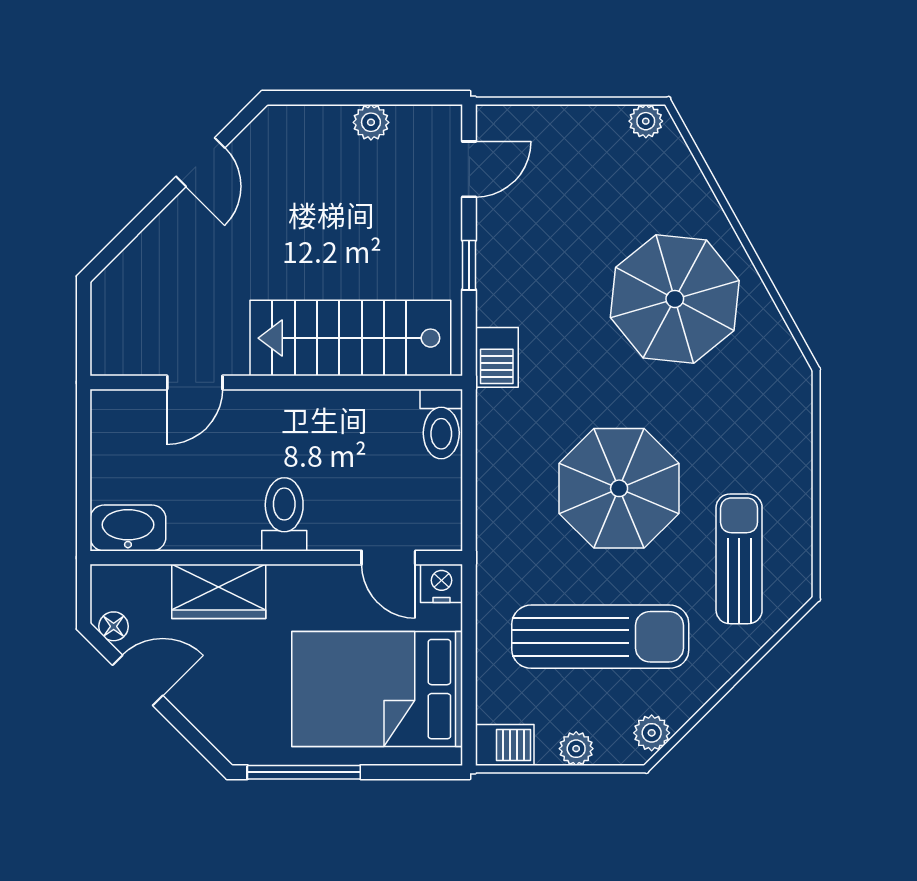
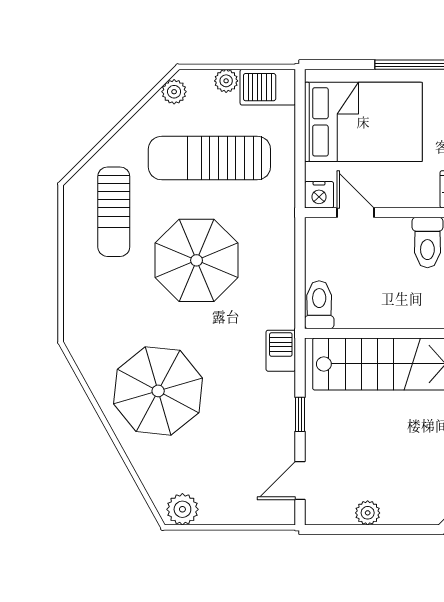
plant: (646, 121) -> (182, 509), width x1.38, depth x1.38
barbecue: (505, 745) -> (268, 87), width x1.38, depth x1.27

